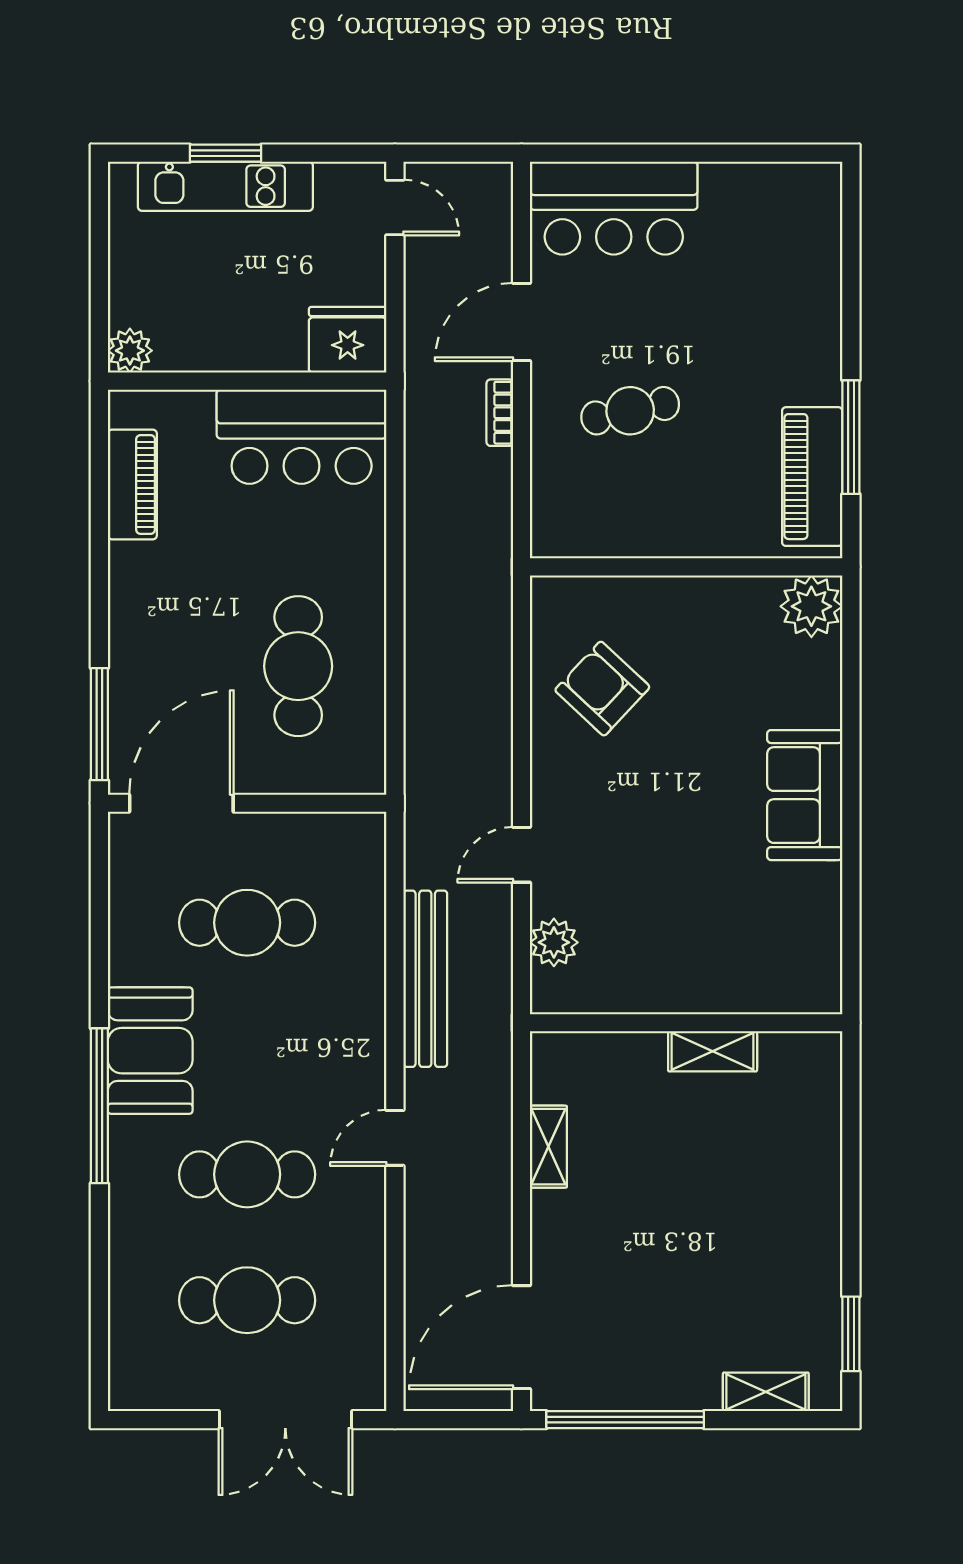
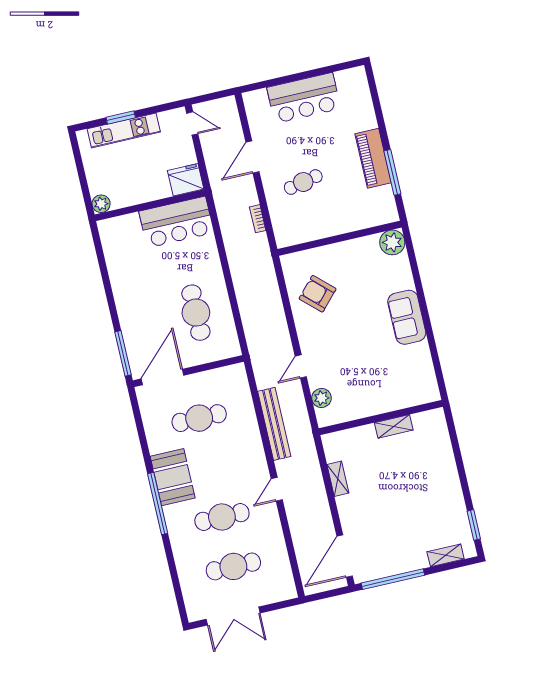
bar counter: (614, 208) -> (304, 98), moved
bookcase: (500, 413) -> (258, 219), moved
piano: (812, 477) -> (373, 158), moved
piano: (132, 485) -> (114, 256), removed
double door: (285, 1420) -> (233, 616), moved

